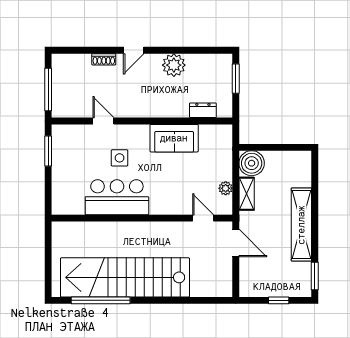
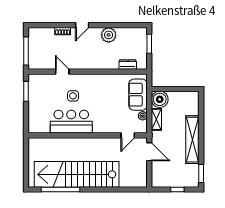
sofa: (174, 138) -> (138, 95), moved, turned 90
door: (203, 218) -> (128, 135), swing flipped

